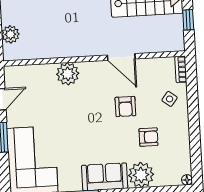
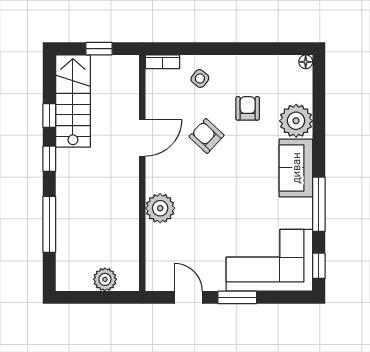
armchair: (125, 107) -> (206, 136), turned -137

